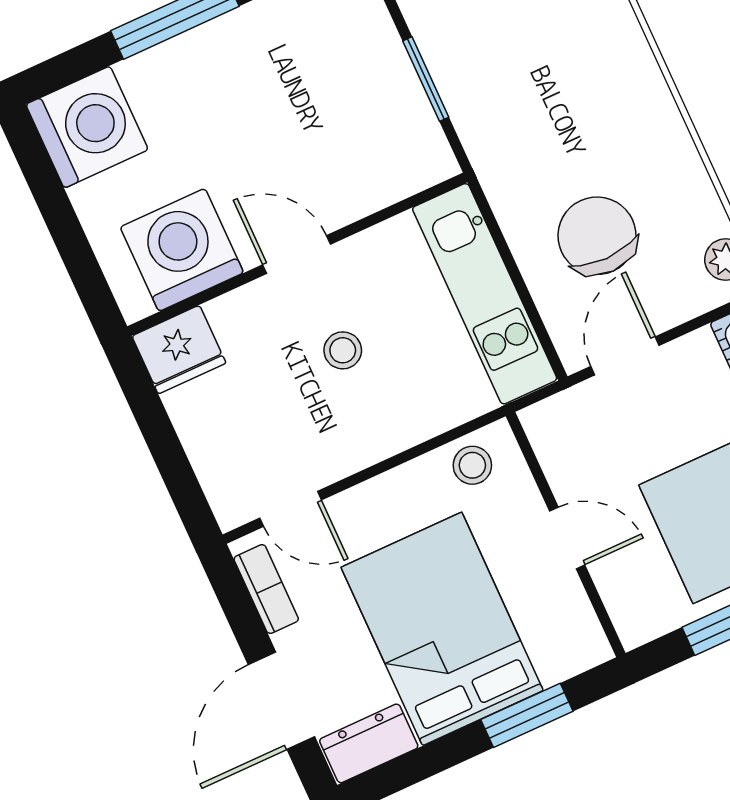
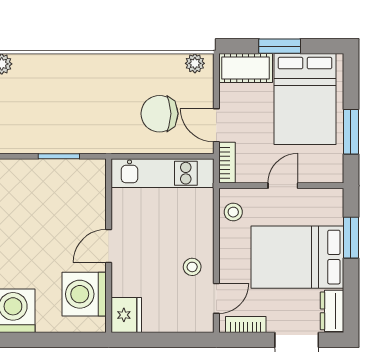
stool: (343, 350) -> (192, 267), moved
bookcase: (562, 410) -> (227, 163), added

